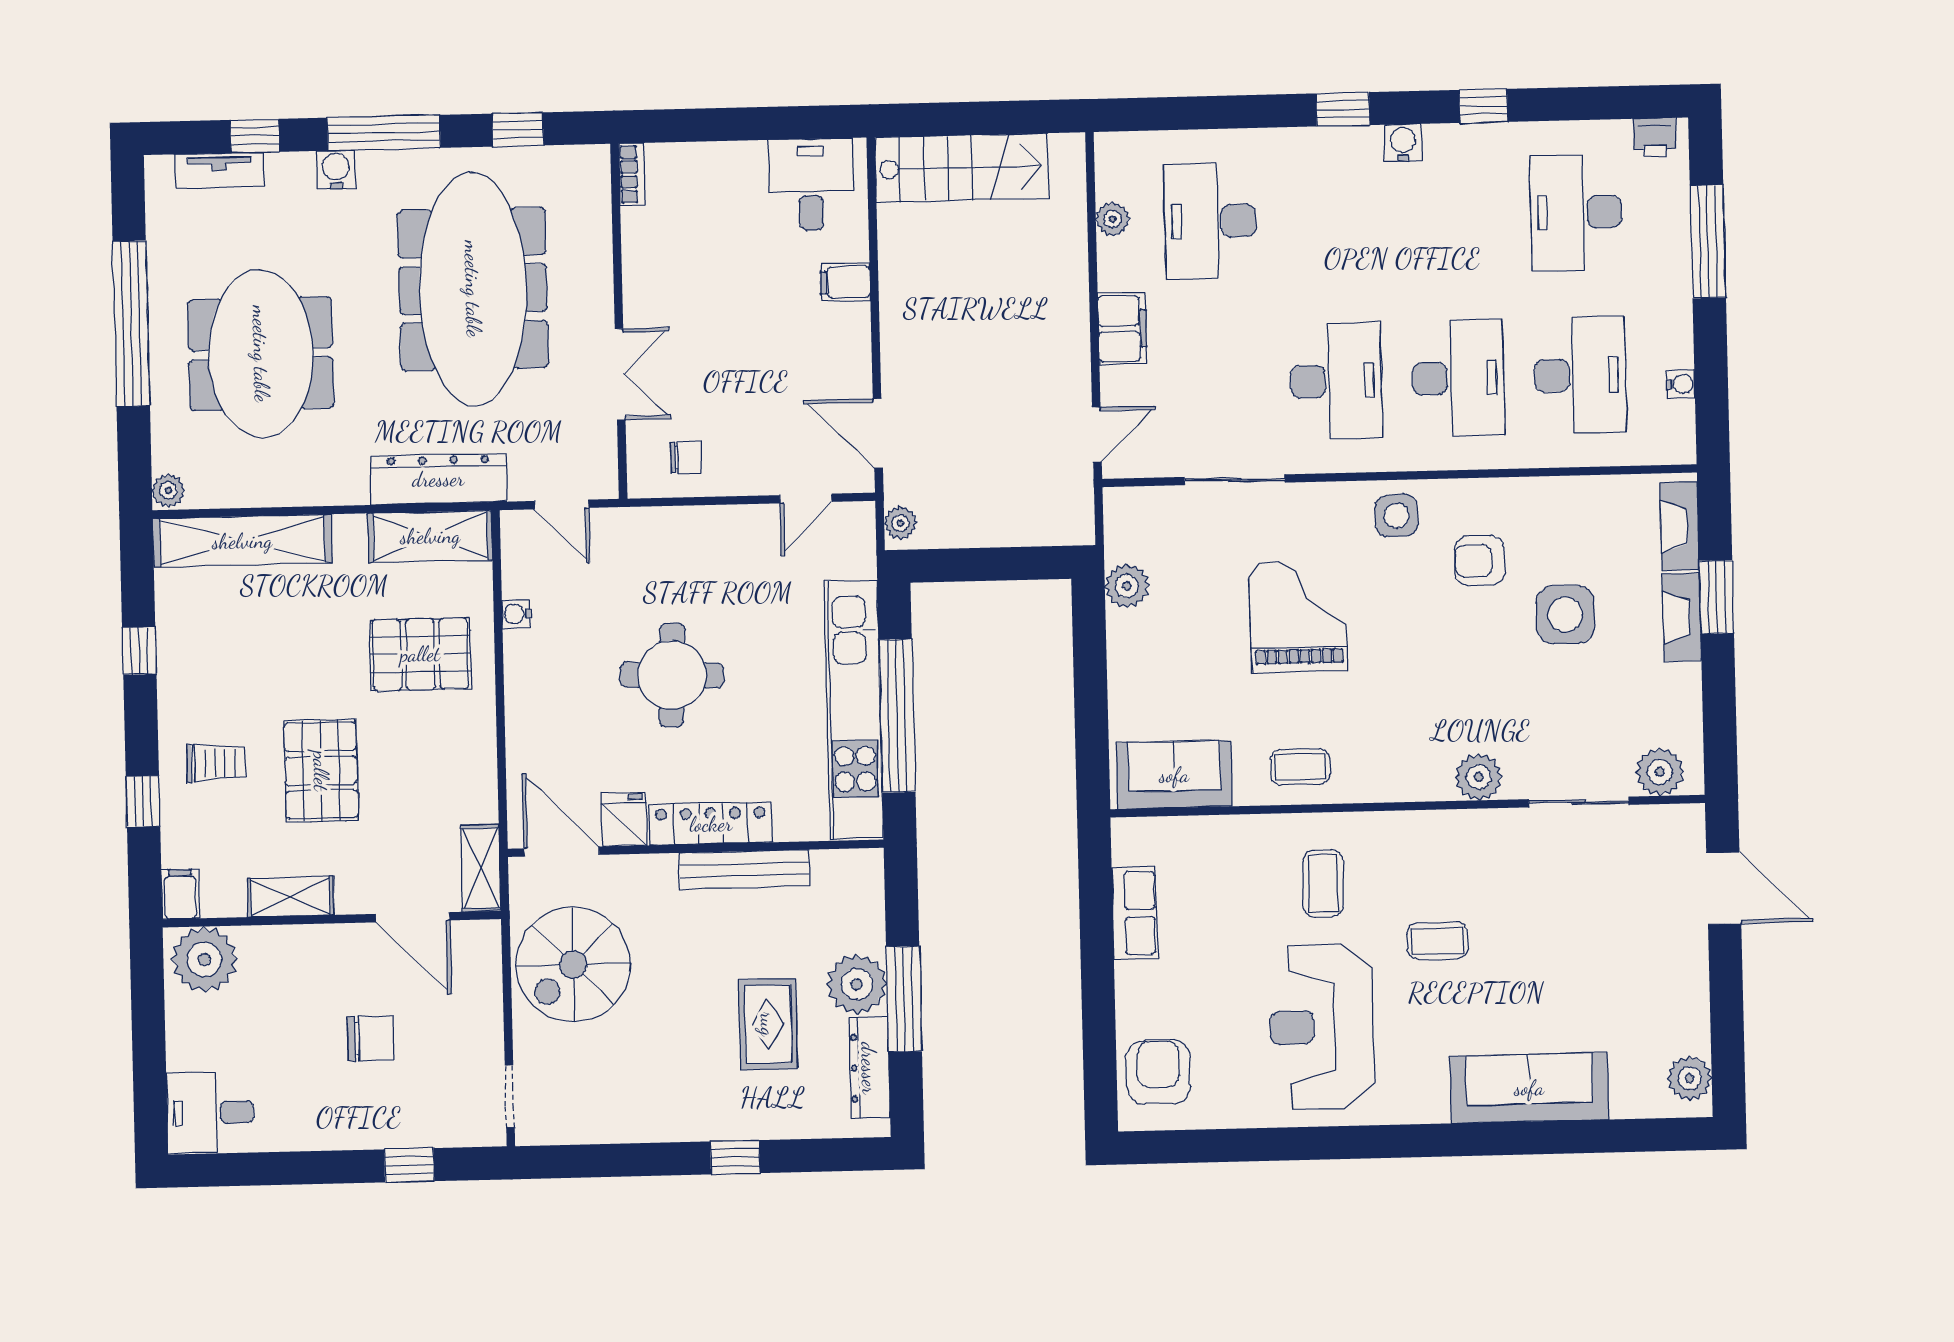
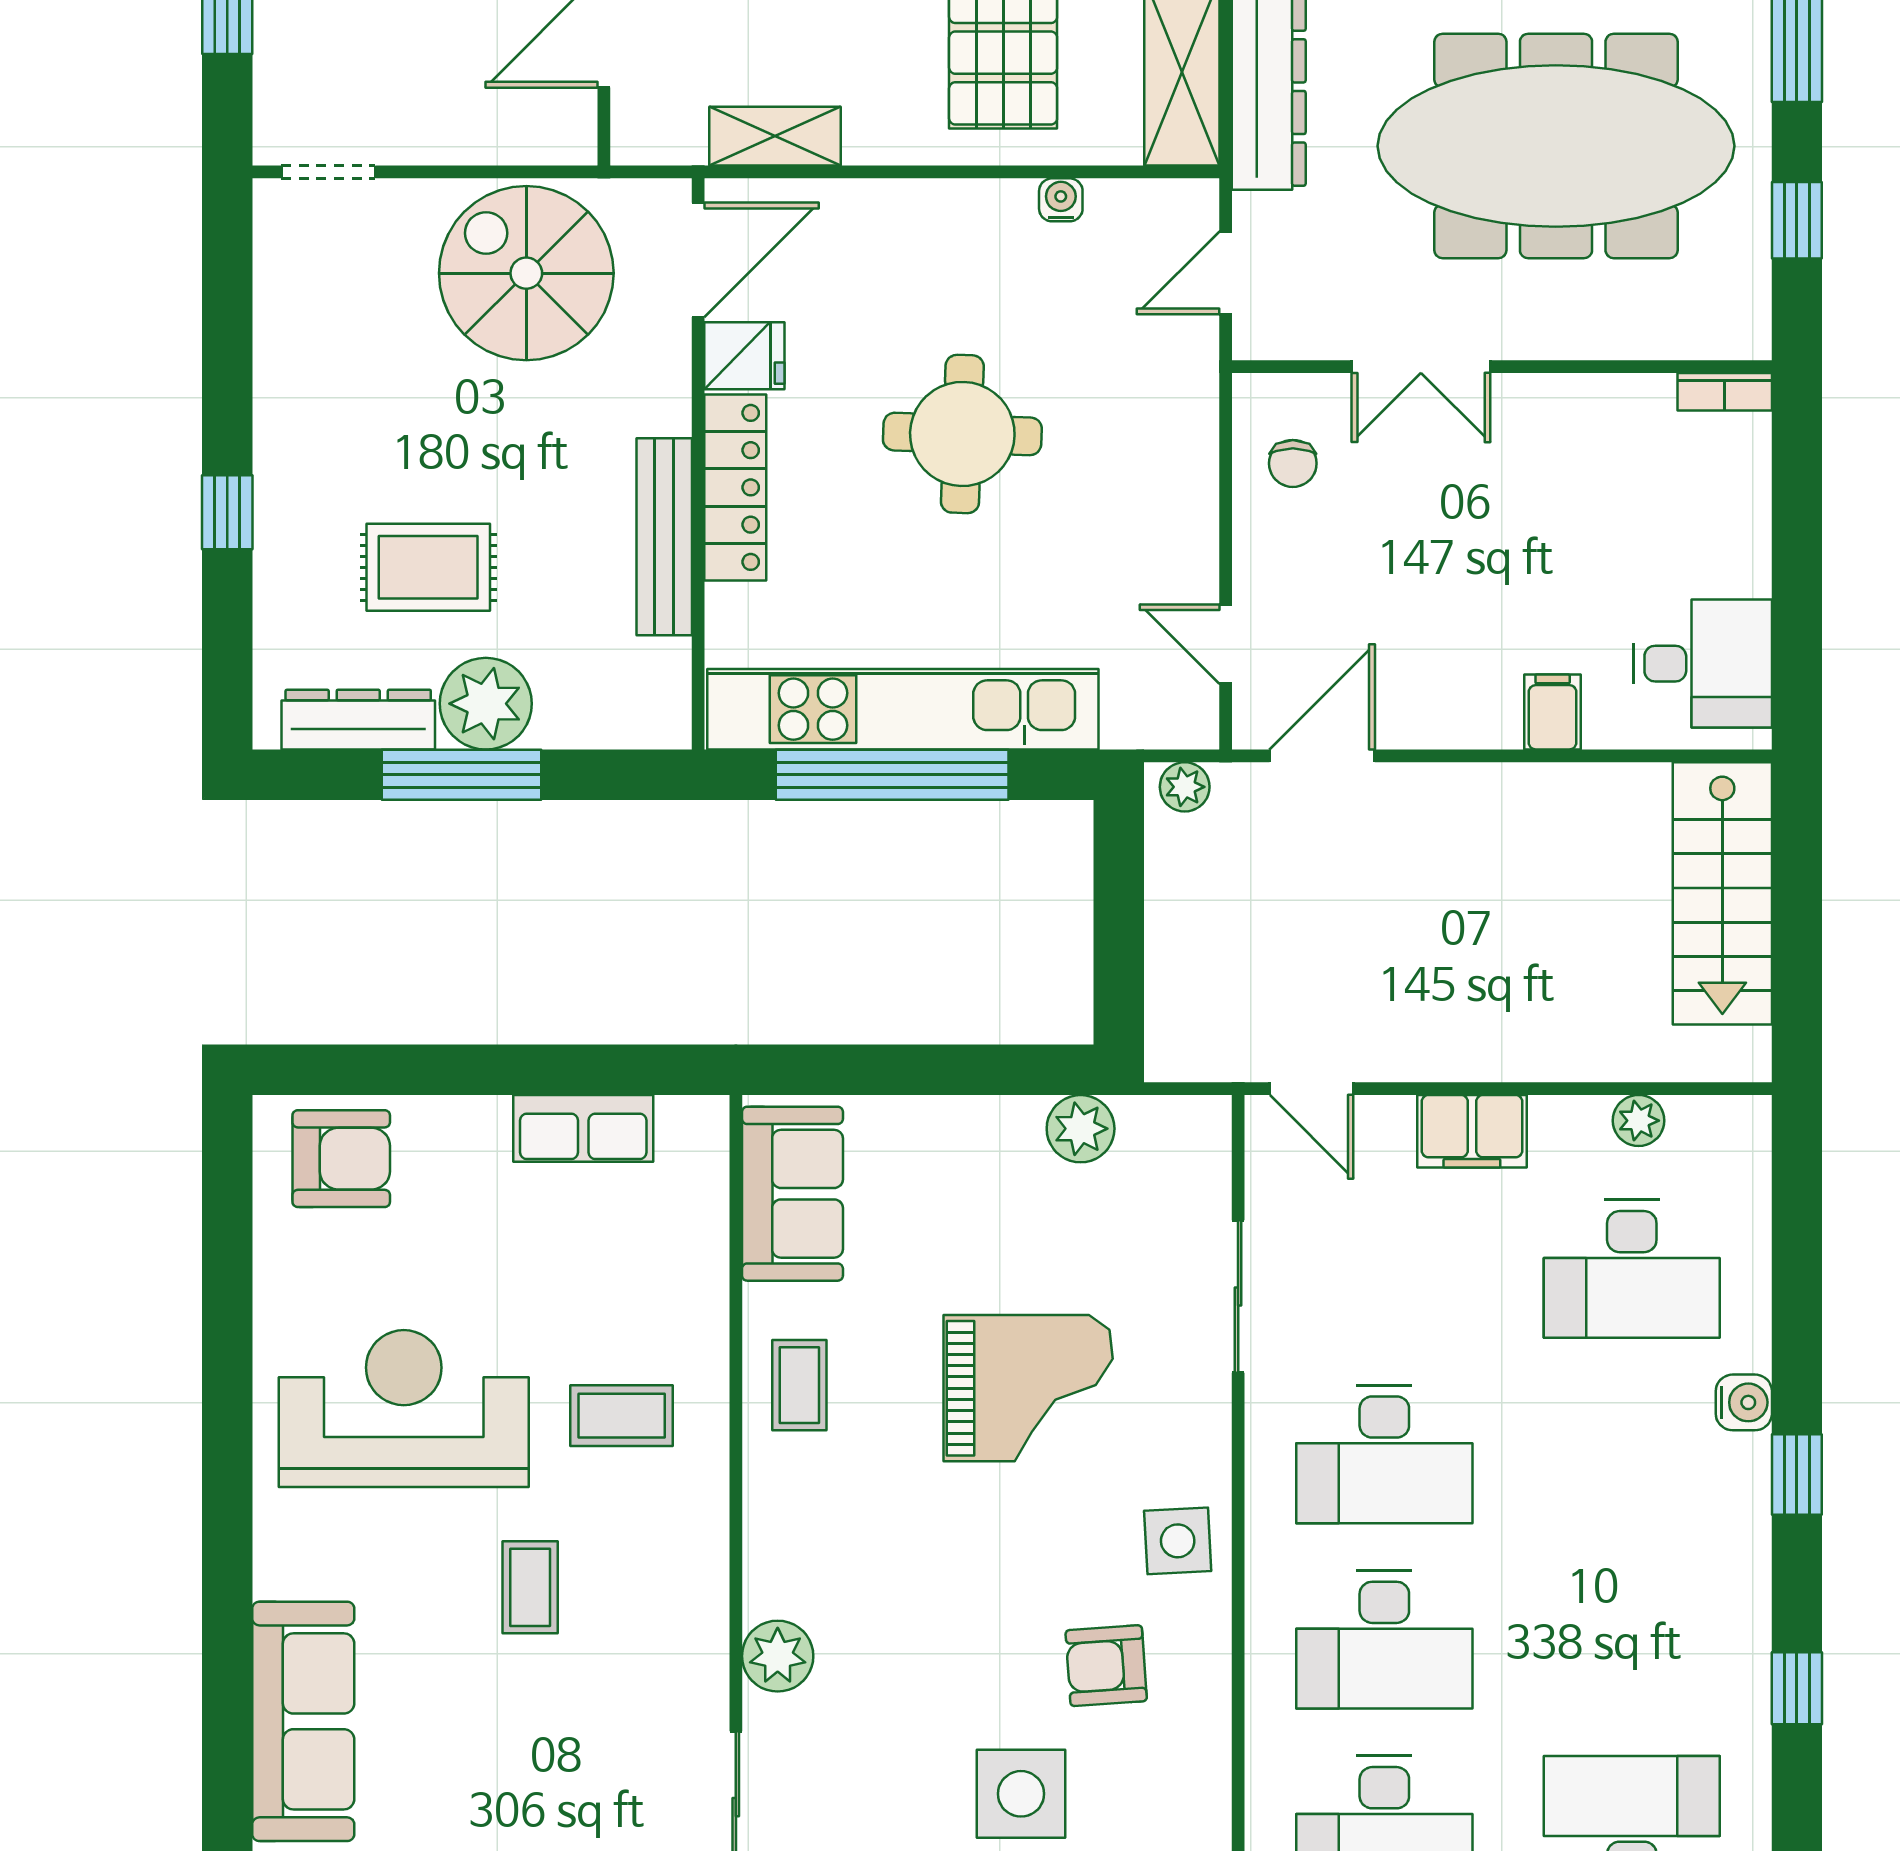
water cooler: (1403, 143) -> (1744, 1402), moved
desk: (1210, 221) -> (1632, 1269), turned 180
armchair: (1480, 561) -> (1106, 1666), turned -94
shelving: (481, 868) -> (775, 136), moved

